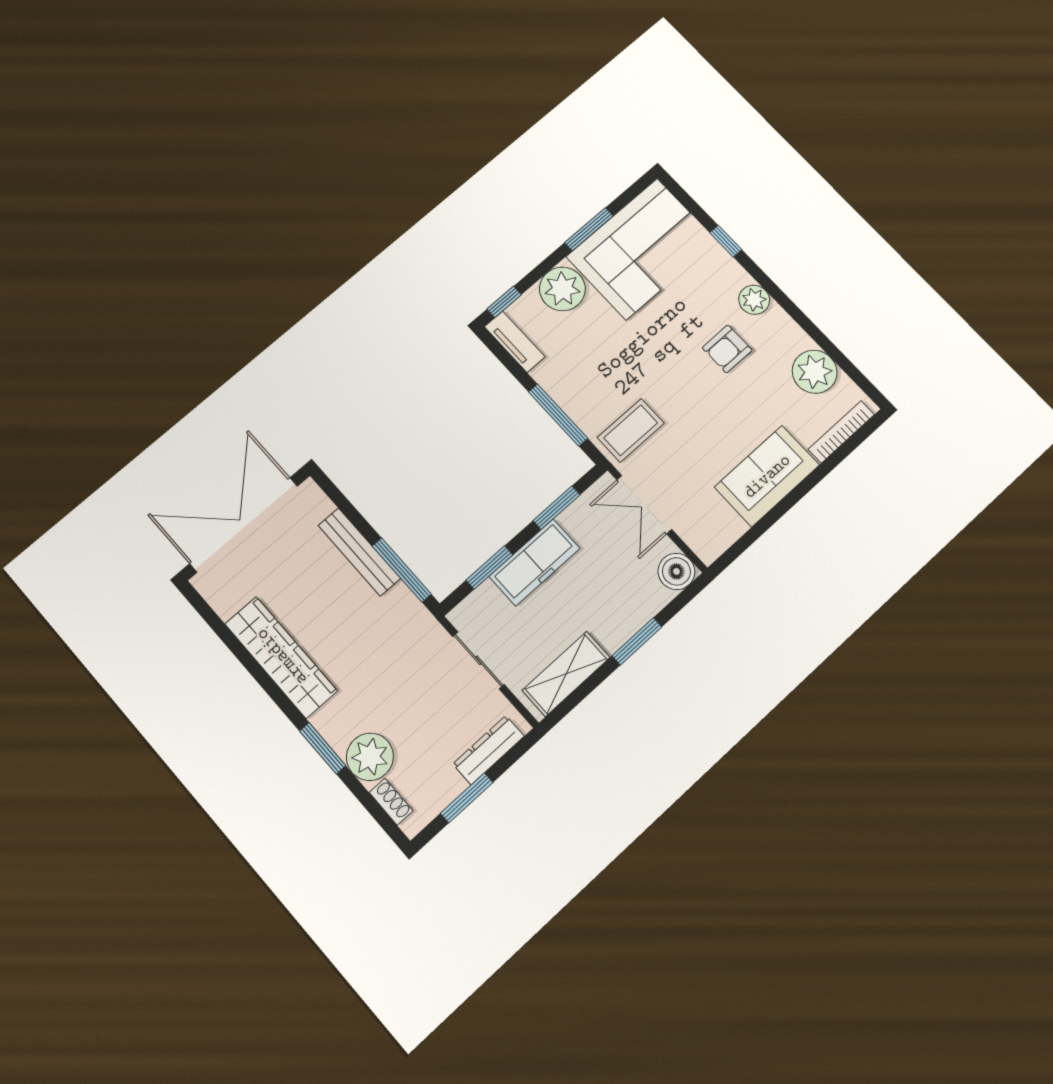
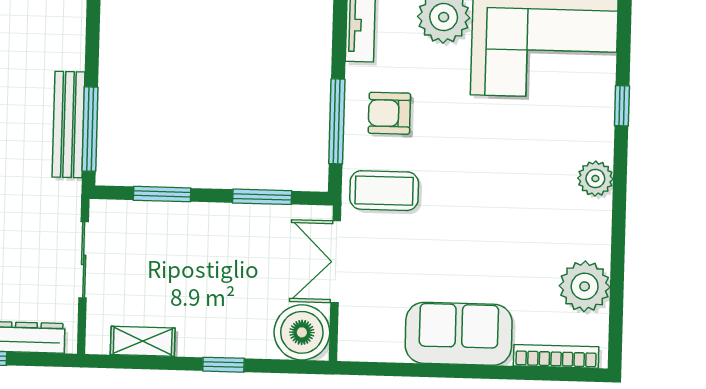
armchair: (727, 349) -> (389, 113), moved
bench: (359, 552) -> (68, 124), moved
freezer: (535, 562) -> (202, 224), removed
boiler: (676, 571) -> (302, 332), width x1.37, depth x1.37
window: (637, 641) -> (223, 365), width x0.67
shelving: (566, 674) -> (143, 341), width x0.67, depth x0.75

